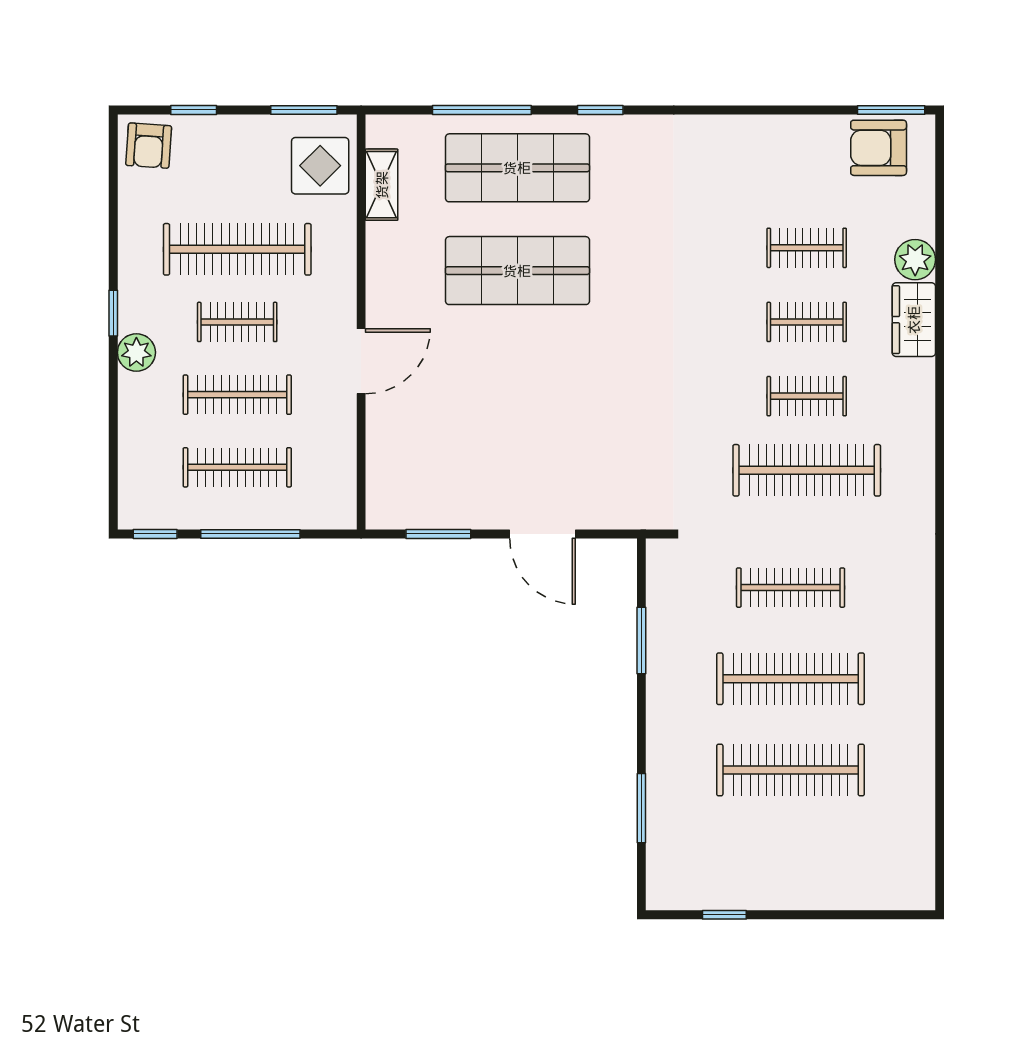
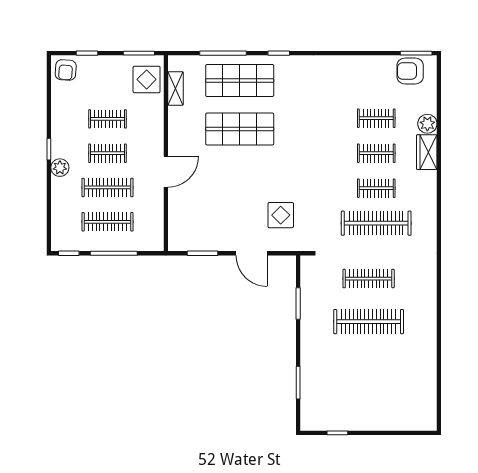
clothes rail: (237, 249) -> (107, 119), width x0.54, depth x0.76
display table: (604, 453) -> (281, 215), added
clothes rail: (791, 770) -> (369, 365), removed

